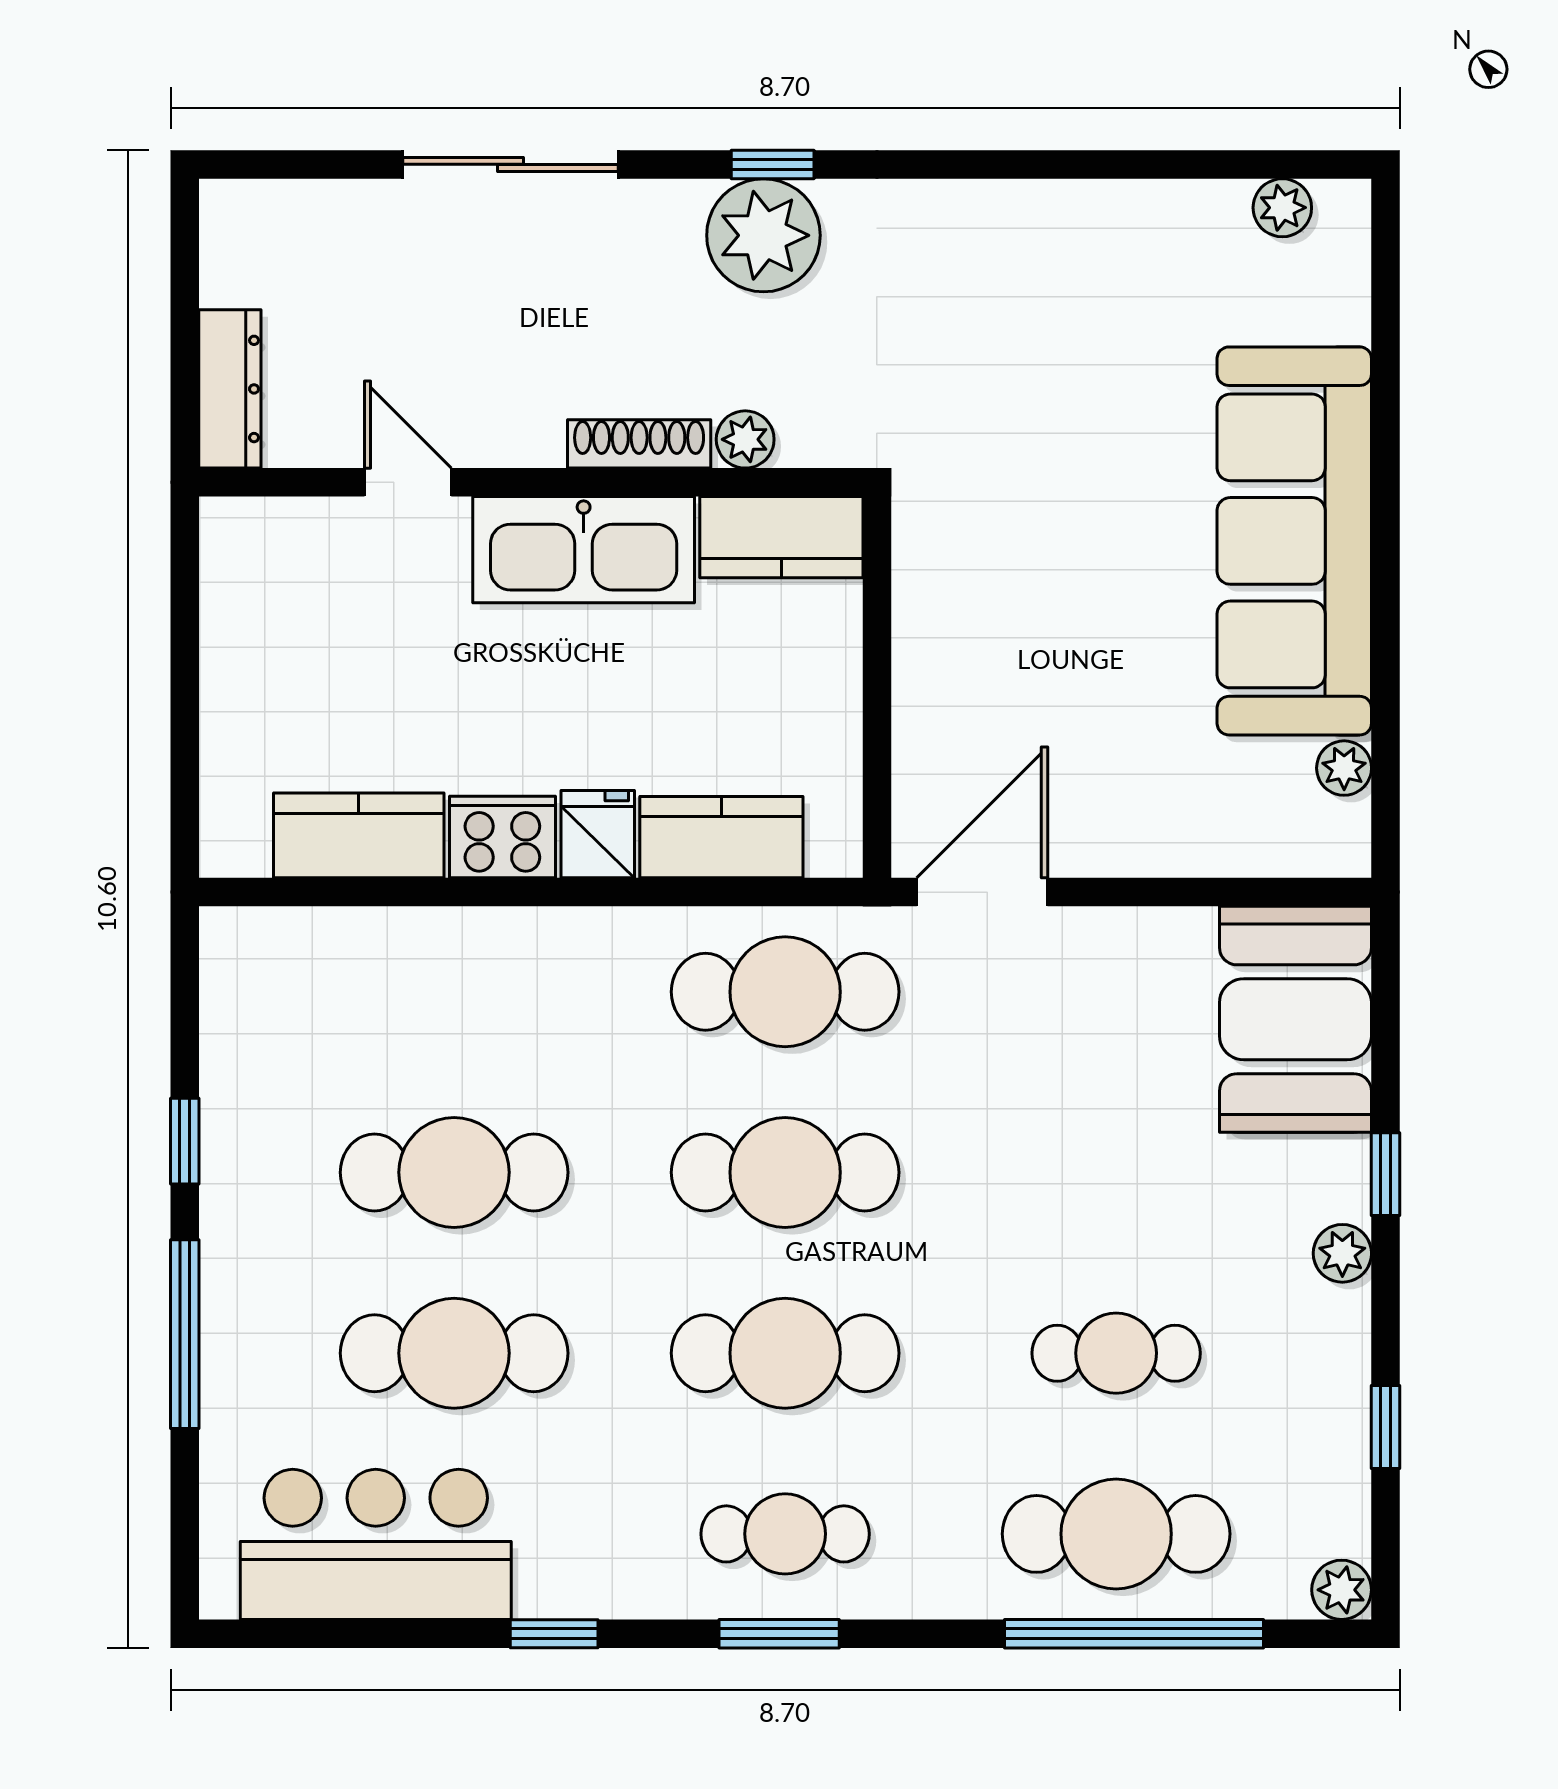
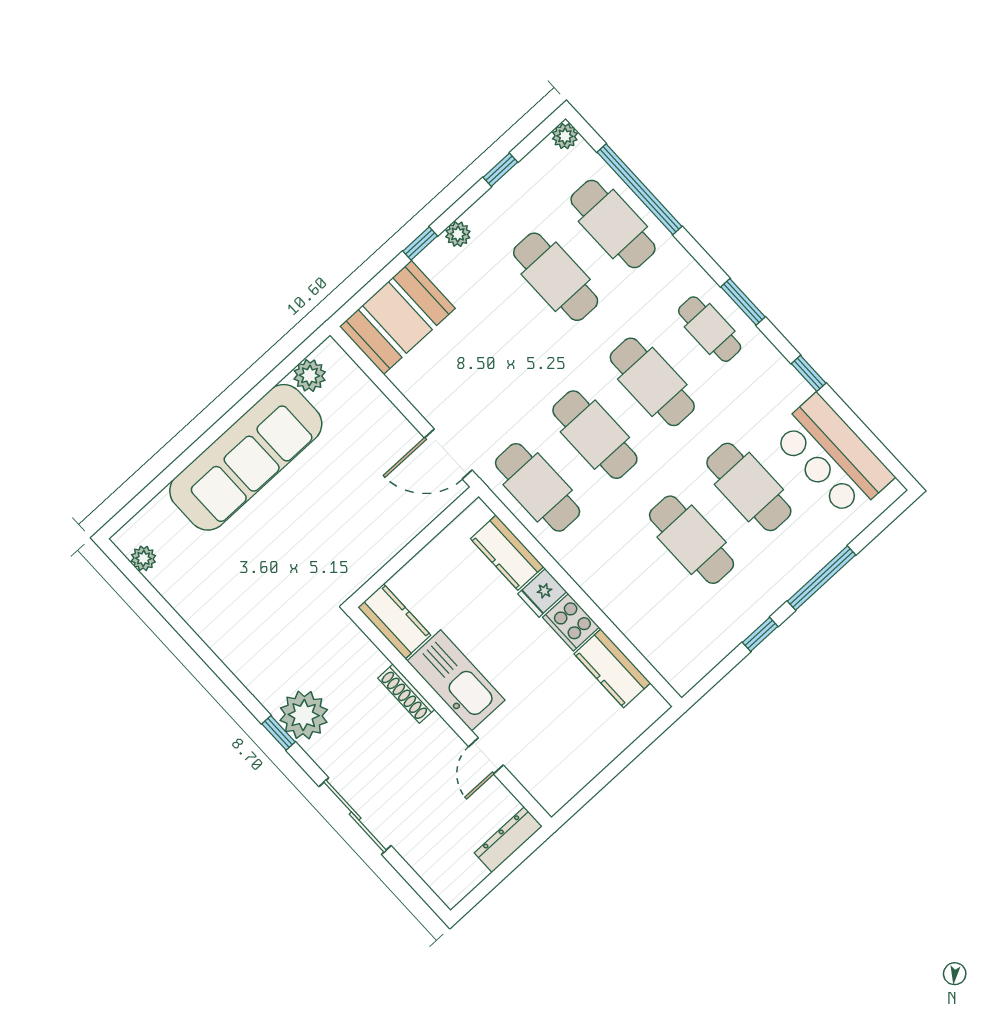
plant: (745, 439) -> (374, 661), removed
plant: (1344, 768) -> (310, 376), width x1.38, depth x1.38
cafe table: (1116, 1353) -> (556, 277), width x1.37, depth x1.35

